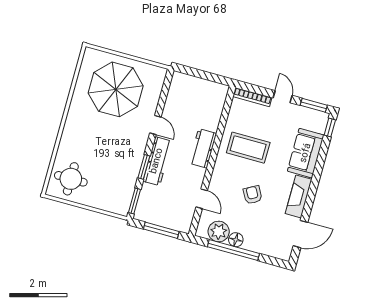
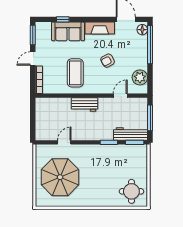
door: (155, 125) -> (64, 142), moved
window: (330, 128) -> (63, 19), moved
workbench: (157, 161) -> (131, 134), moved
floor lamp: (236, 240) -> (142, 30), moved
window: (233, 250) -> (150, 45), moved

